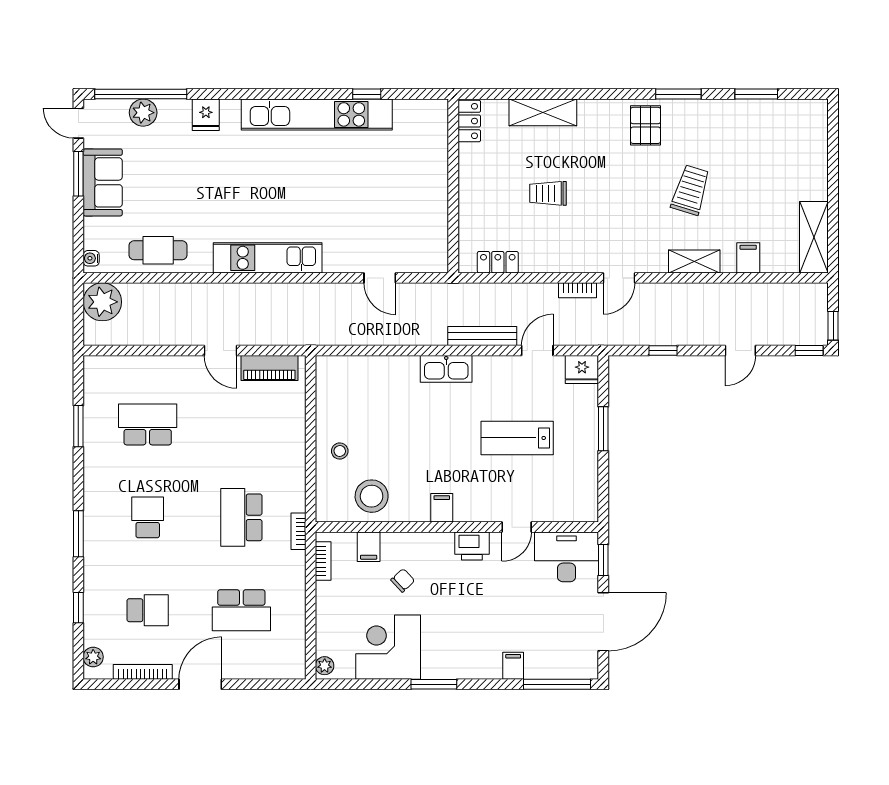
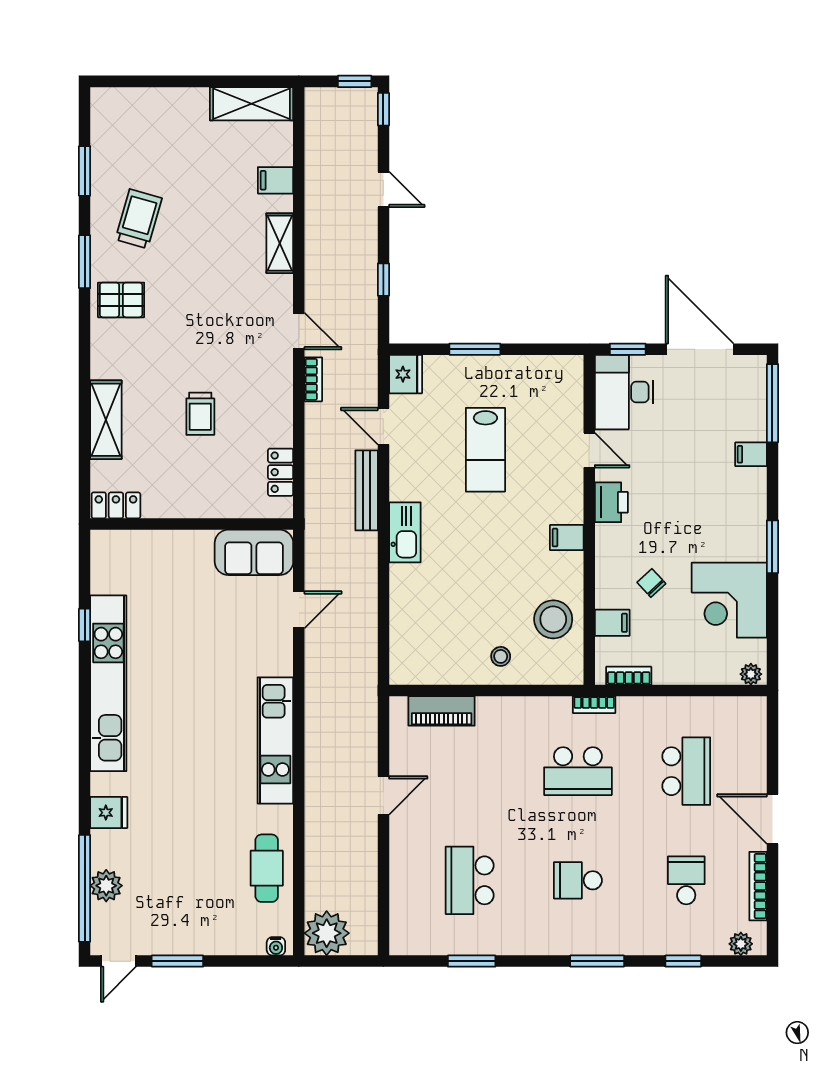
sofa: (103, 182) -> (254, 552), moved, turned 180
trolley: (691, 190) -> (139, 219), moved, turned 89
piano: (269, 368) -> (442, 711), moved, turned 90

